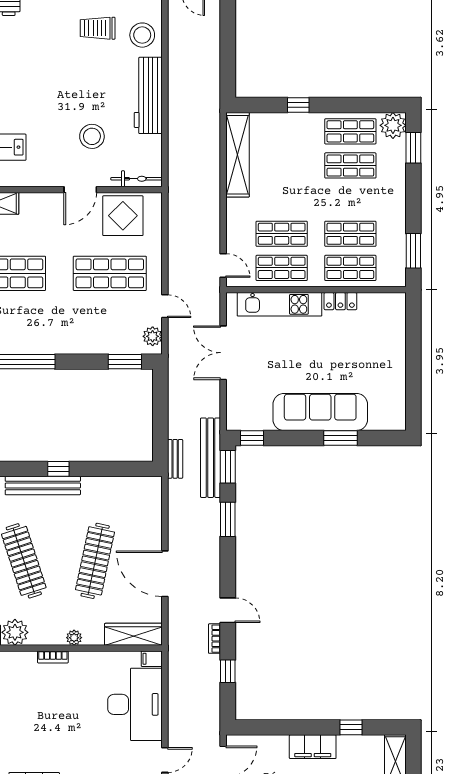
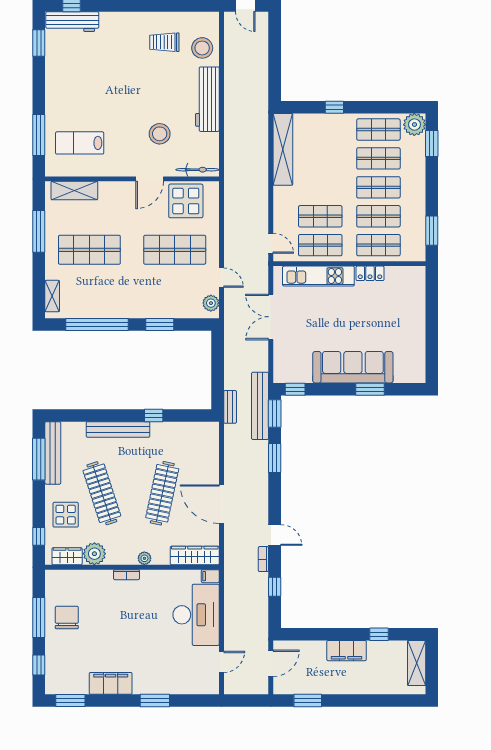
shop shelf: (350, 200) -> (378, 187), added
window: (125, 362) -> (160, 324), moved
window: (58, 469) -> (154, 415), moved

